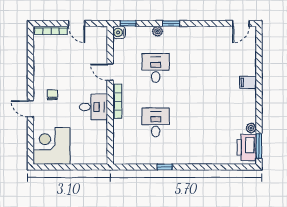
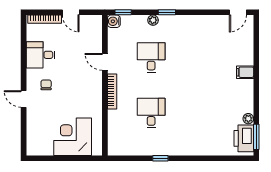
desk: (93, 107) -> (41, 55), moved, turned 180
corner desk: (52, 146) -> (73, 137), moved

